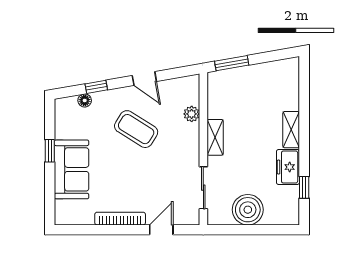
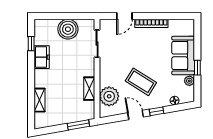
window: (96, 87) -> (156, 111), moved
plant: (192, 114) -> (109, 96), width x1.87, depth x1.87
shelving: (291, 130) -> (40, 100), moved
plant: (62, 131) -> (189, 81), added
shelving: (215, 137) -> (89, 89), moved

